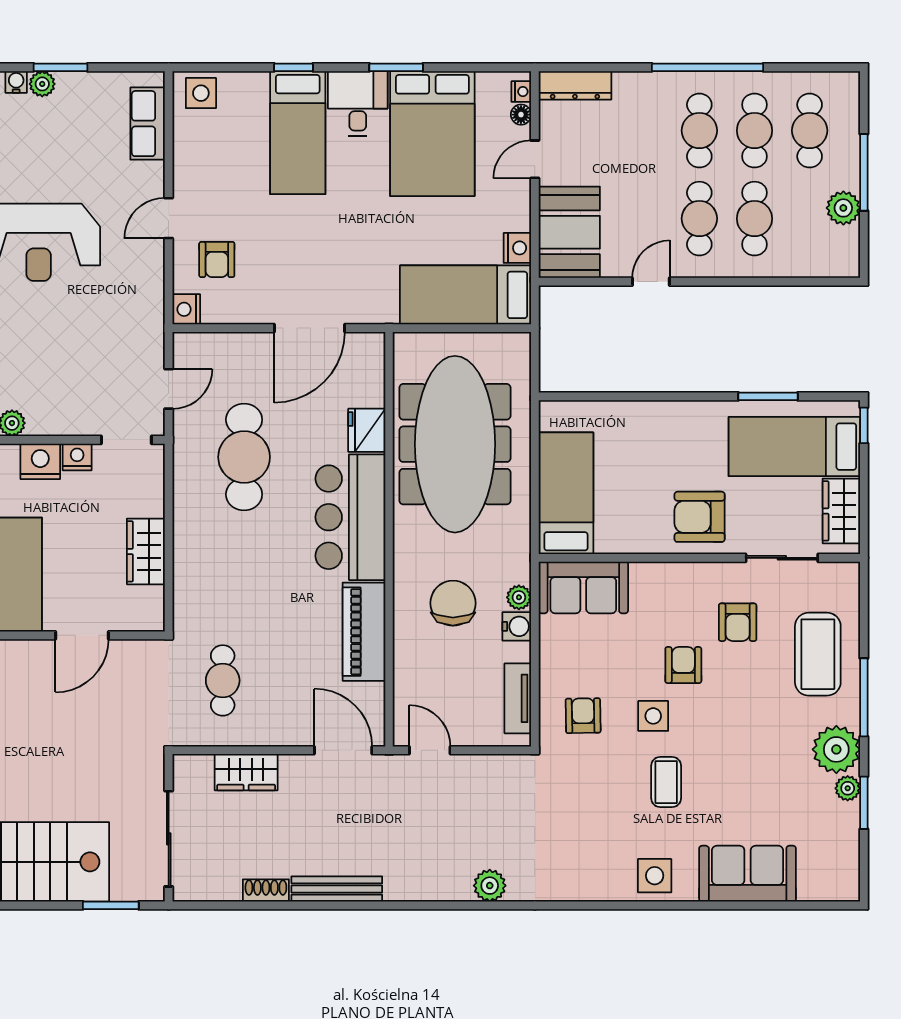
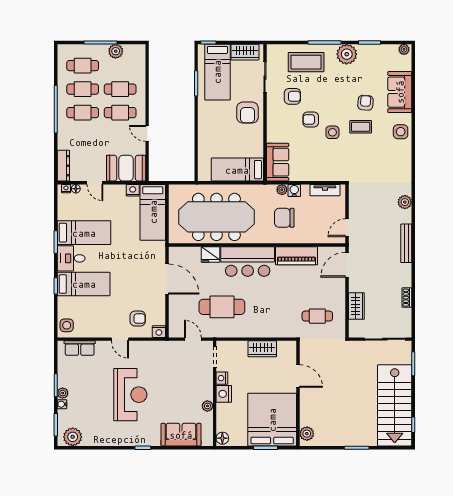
bed: (432, 134) -> (84, 233), width x0.67
armchair: (583, 716) -> (365, 103), moved, turned 96
plant: (848, 788) -> (404, 49), moved
bench: (337, 889) -> (406, 243), moved

